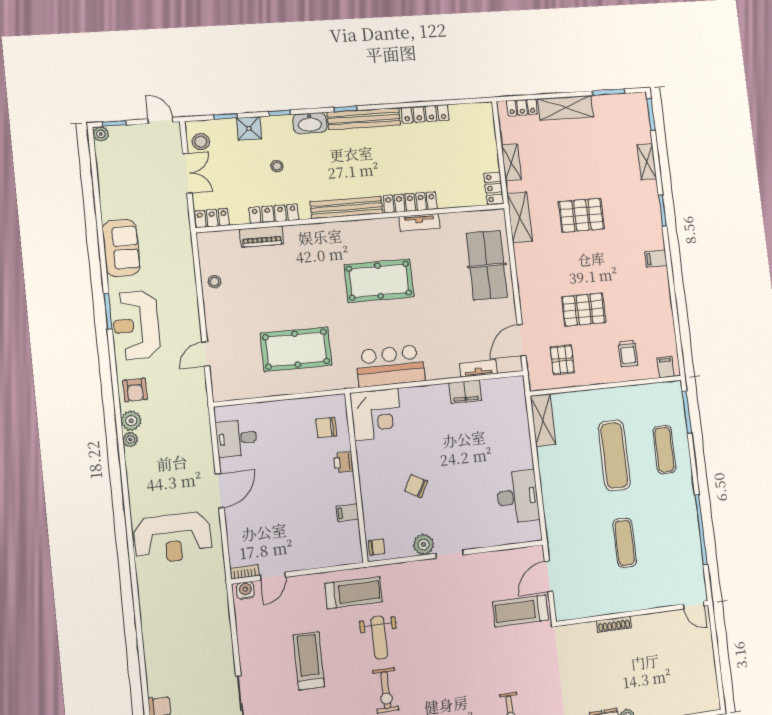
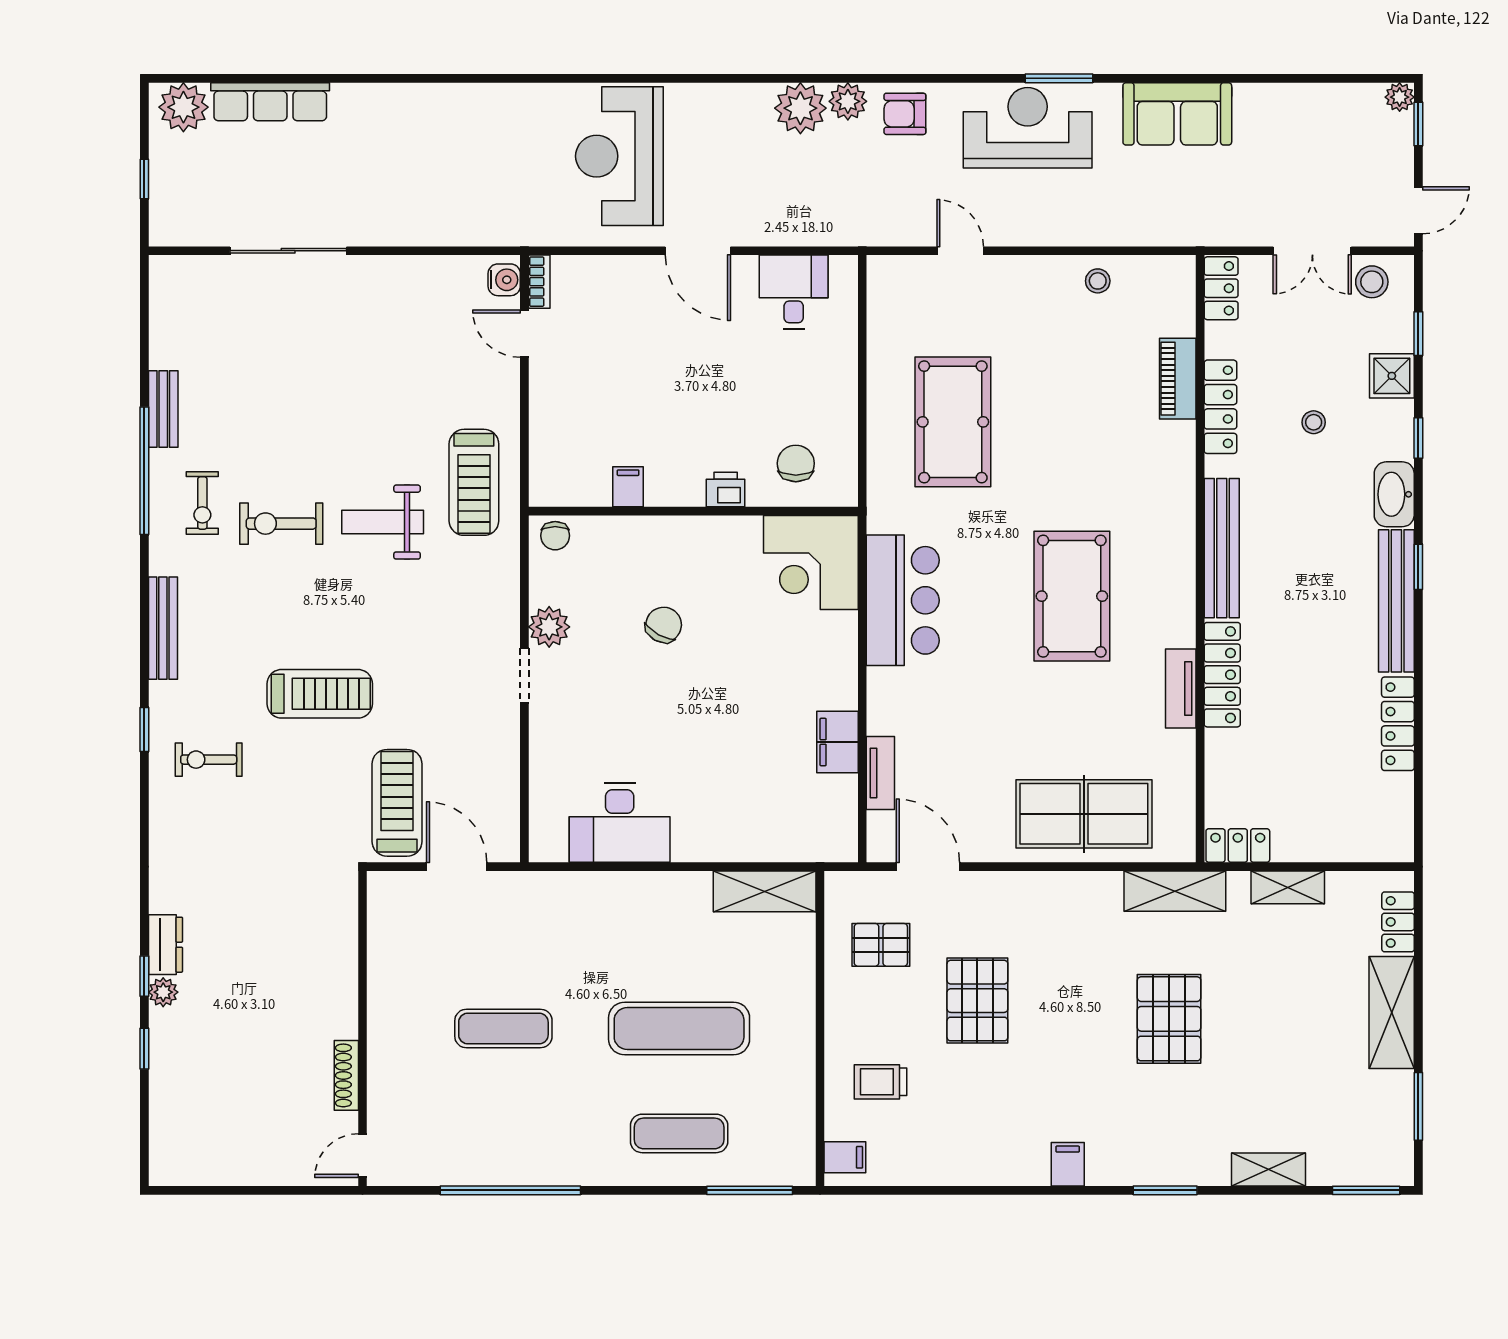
plant: (130, 439) -> (800, 108), width x1.87, depth x1.87
shoe rack: (614, 624) -> (346, 1075), moved
treadmill: (309, 661) -> (320, 694), moved

